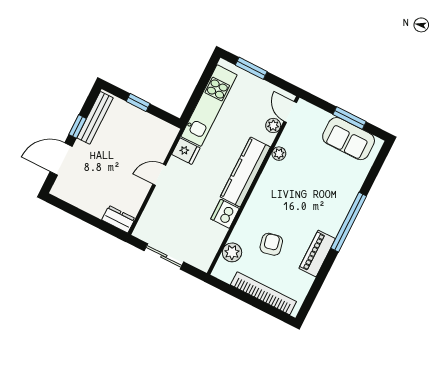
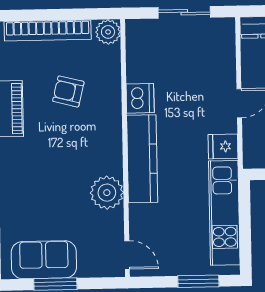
plant: (273, 126) -> (138, 229), removed
plant: (279, 154) -> (107, 193), width x1.88, depth x1.88
armchair: (271, 244) -> (68, 91), turned 116
plant: (232, 252) -> (108, 32), moved

